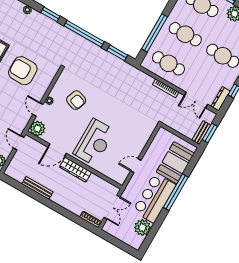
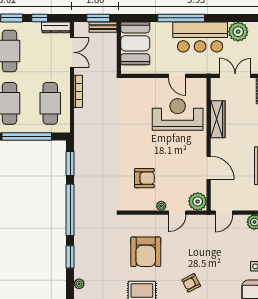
armchair: (76, 100) -> (144, 178), turned 71
reception desk: (94, 142) -> (178, 114), moved
booth: (175, 163) -> (135, 43), moved, turned 90
wardrobe: (76, 170) -> (218, 119), moved

